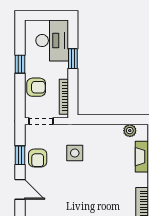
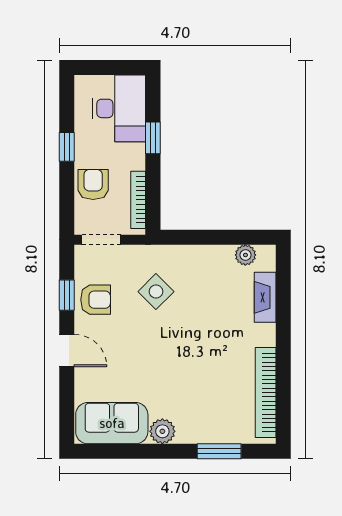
armchair: (36, 87) -> (93, 184), turned -90
side table: (75, 153) -> (156, 292), turned 45
armchair: (38, 158) -> (96, 300), turned -90

